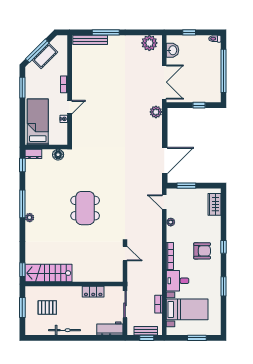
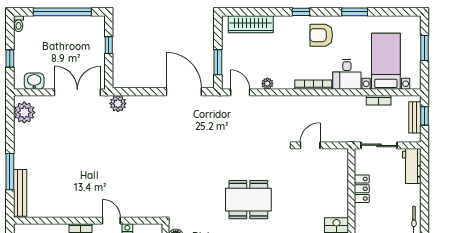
door: (164, 202) -> (240, 92), swing flipped
wardrobe: (214, 204) -> (251, 24), width x1.50
armchair: (202, 251) -> (321, 35), moved, turned -90

